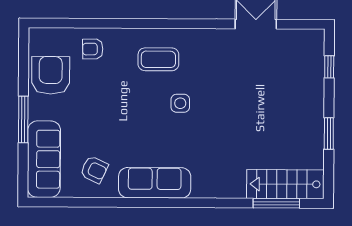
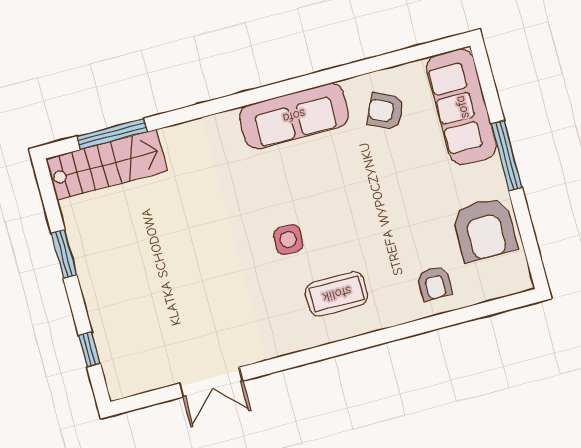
armchair: (93, 49) -> (435, 283), turned 91

